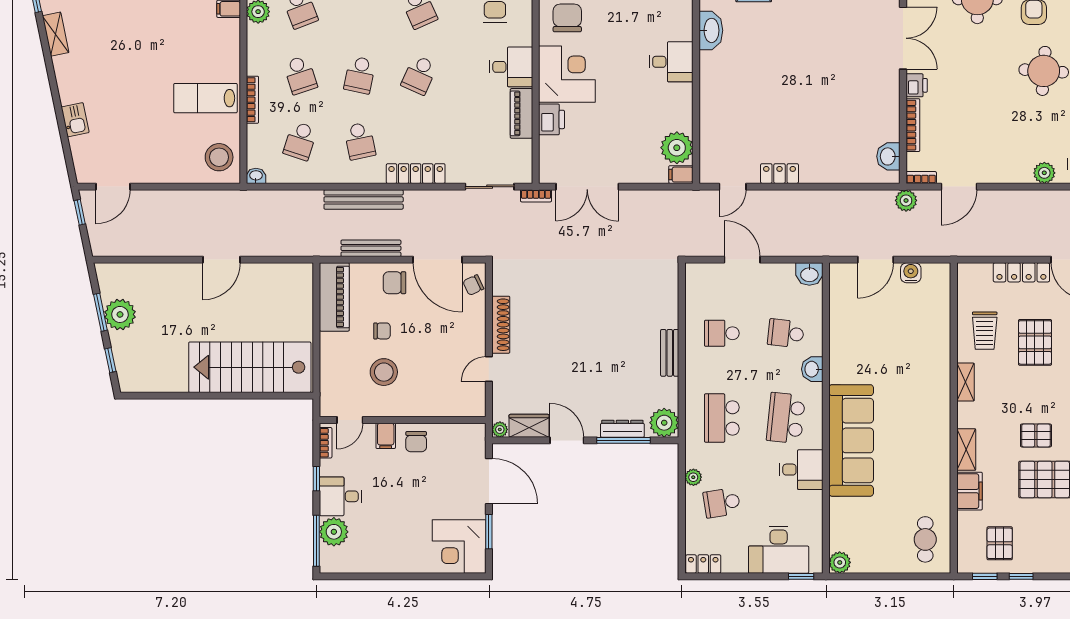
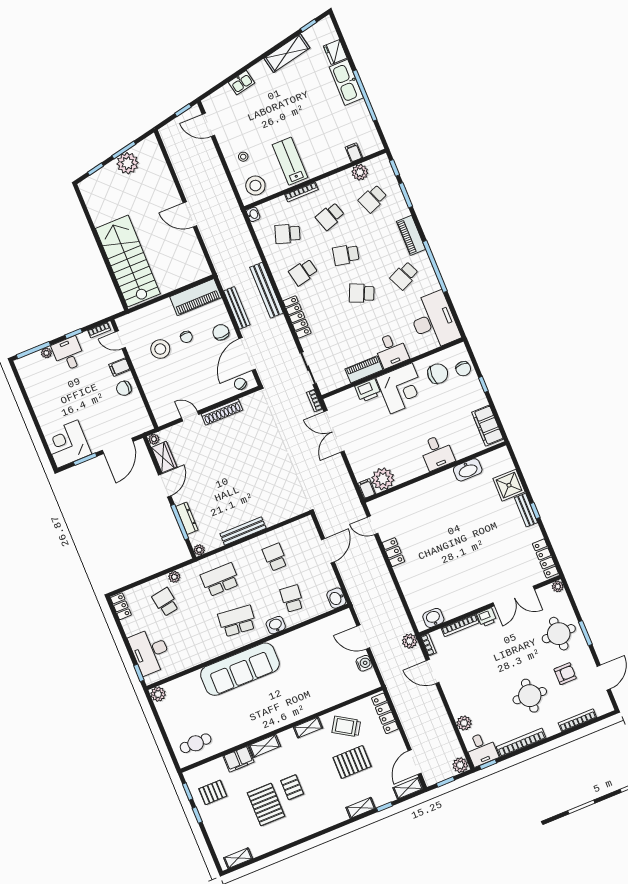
shelving: (56, 34) -> (287, 53), width x1.50, depth x1.33
stool: (174, 158) -> (243, 157), added
locker: (1021, 272) -> (385, 713), moved
trolley: (985, 331) -> (346, 726), turned 32
bench: (670, 353) -> (243, 531), width x1.36
plant: (664, 423) -> (199, 550), width x0.53, depth x0.53
desk: (801, 470) -> (208, 645), removed
plant: (334, 532) -> (46, 353), width x0.53, depth x0.53

